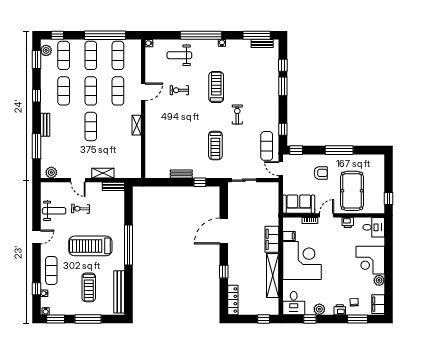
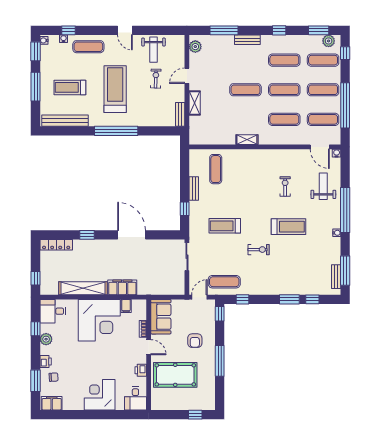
door: (143, 92) -> (320, 147), moved
exercise mat: (164, 154) -> (216, 169), added
window: (388, 199) -> (195, 415), moved
plant: (379, 280) -> (78, 404), removed

